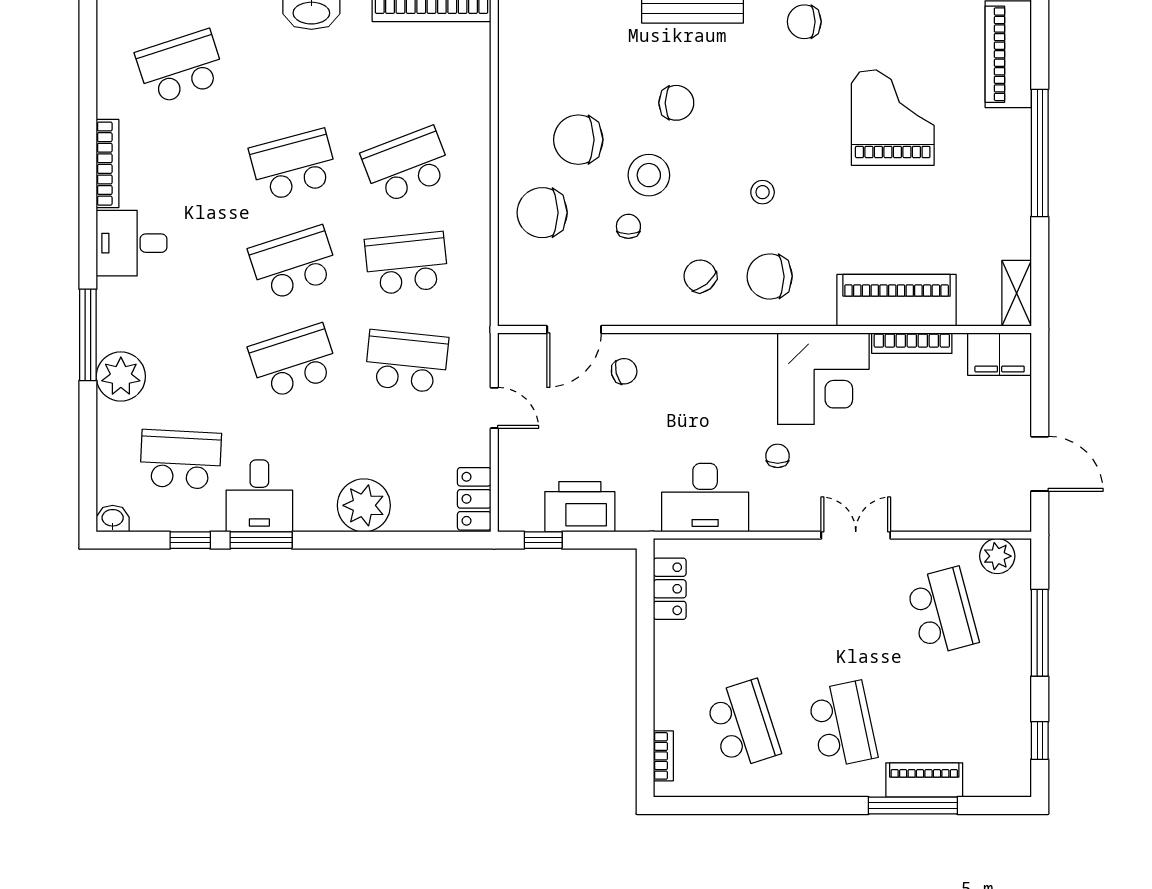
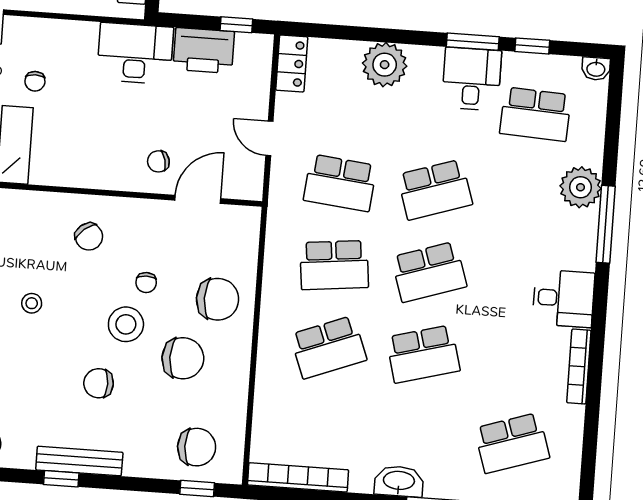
chair: (770, 277) -> (197, 447), moved
desk: (705, 498) -> (135, 53), moved

